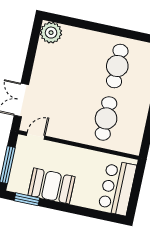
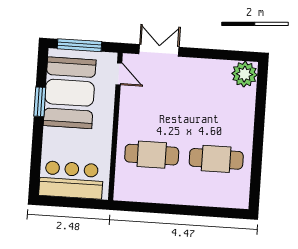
booth: (52, 186) -> (70, 93), width x1.36, depth x1.42
window: (27, 199) -> (40, 102), moved

